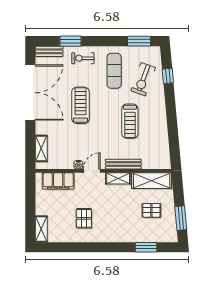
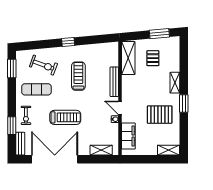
window: (168, 76) -> (68, 42), moved
treadmill: (80, 105) -> (65, 117), turned 180
treadmill: (130, 121) -> (78, 76), turned -90
shelving: (118, 178) -> (175, 83), moved
pallet: (84, 218) -> (160, 115), width x1.50, depth x1.42
window: (146, 247) -> (184, 103), moved

